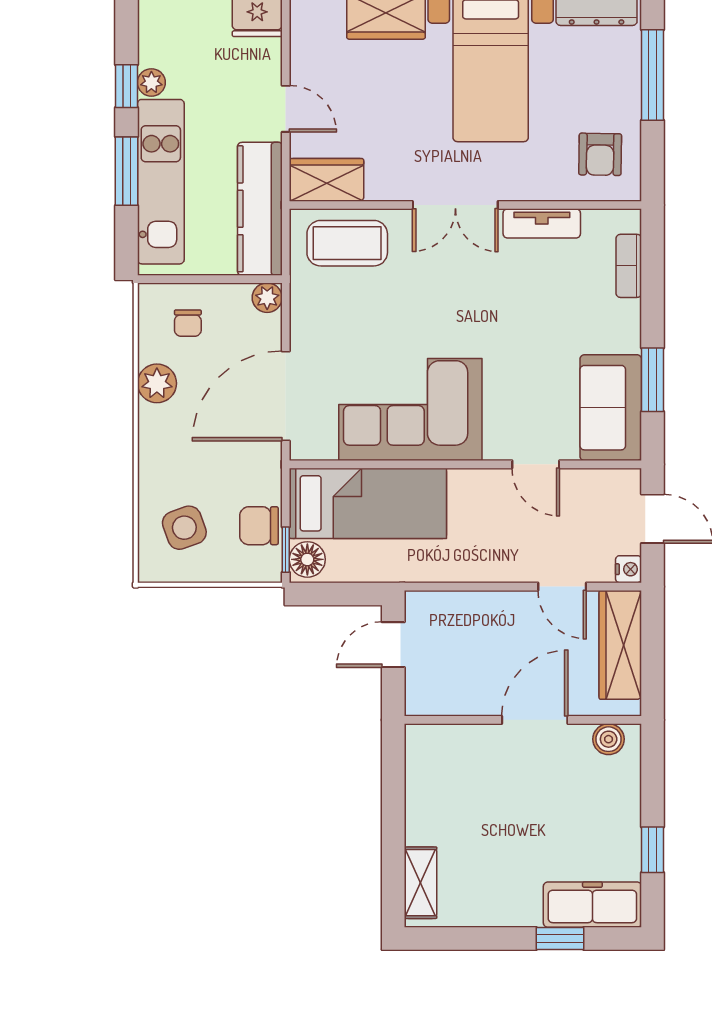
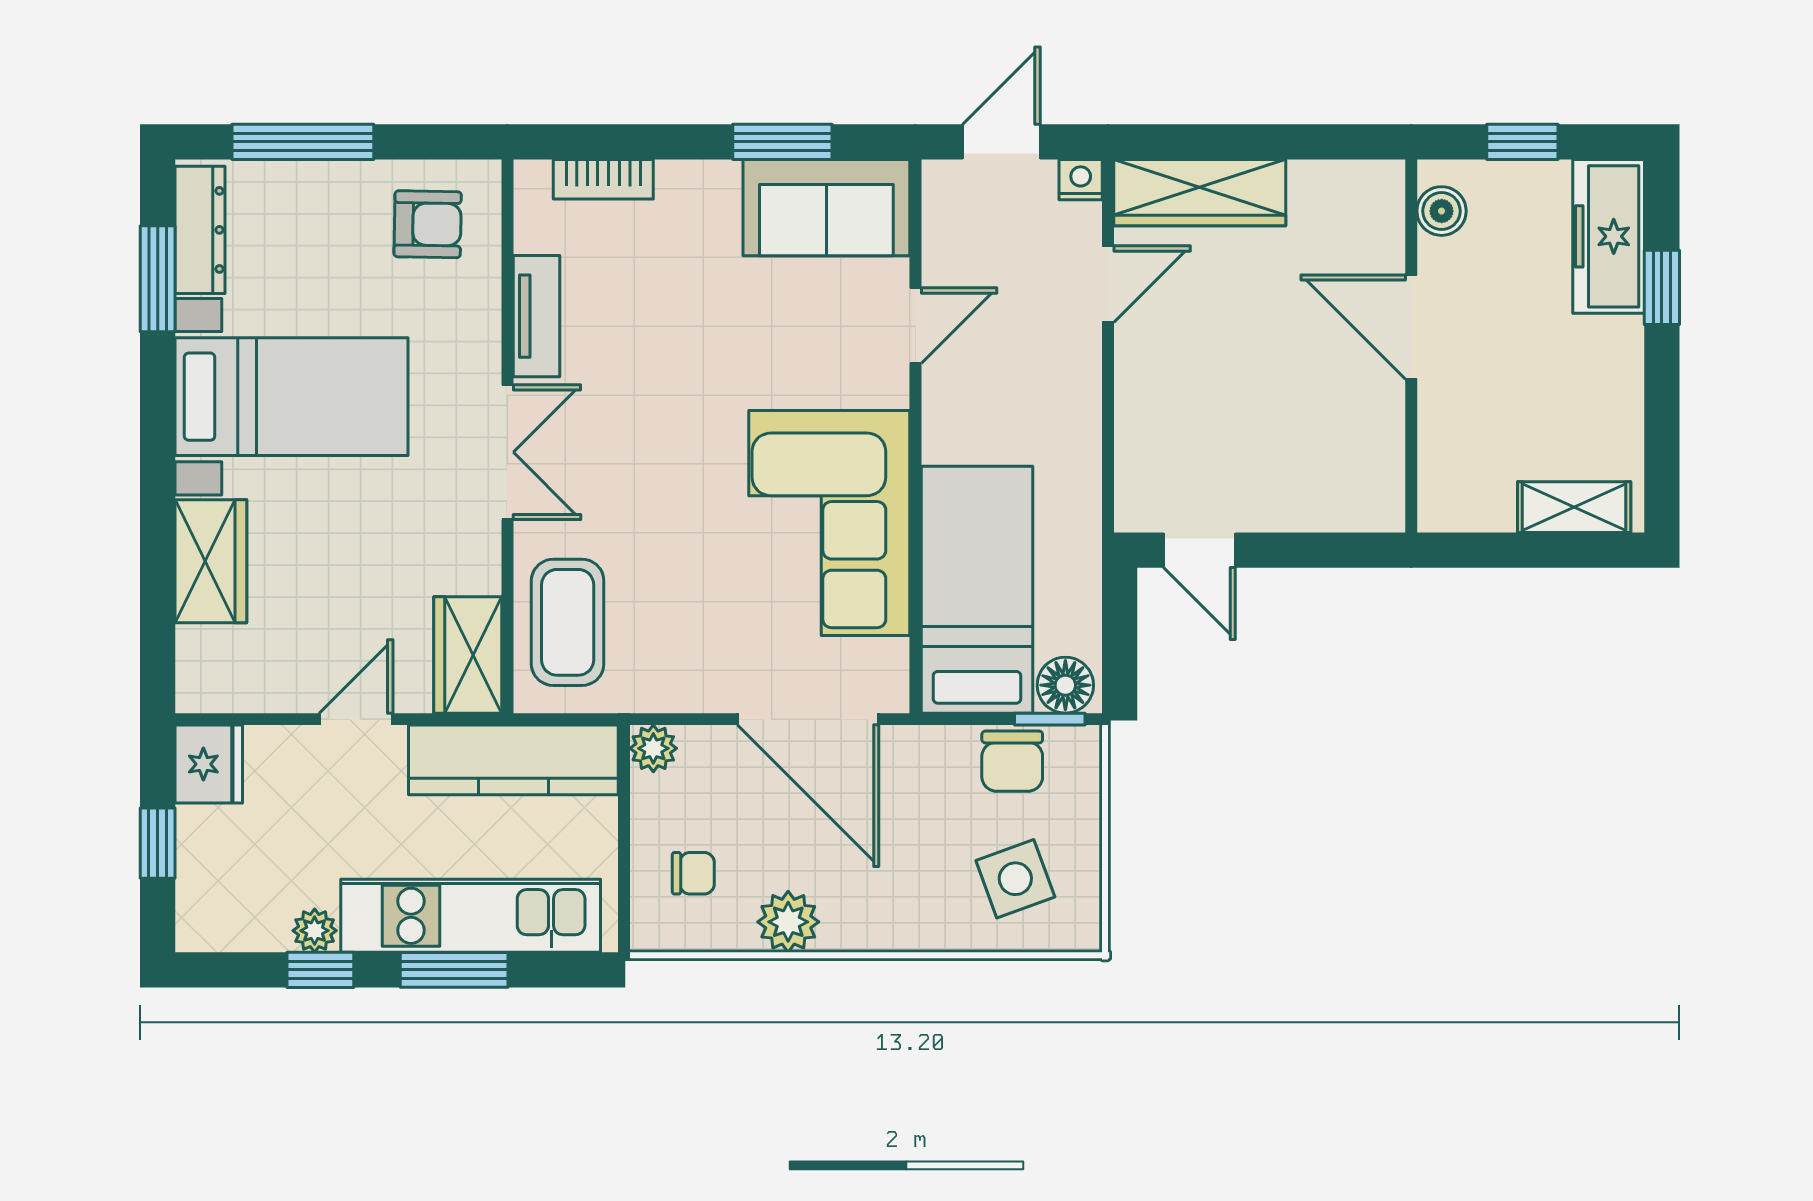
wall: (523, 720) -> (1411, 346), moved
door: (535, 720) -> (1411, 327), moved
boiler: (609, 739) -> (1442, 211), moved

